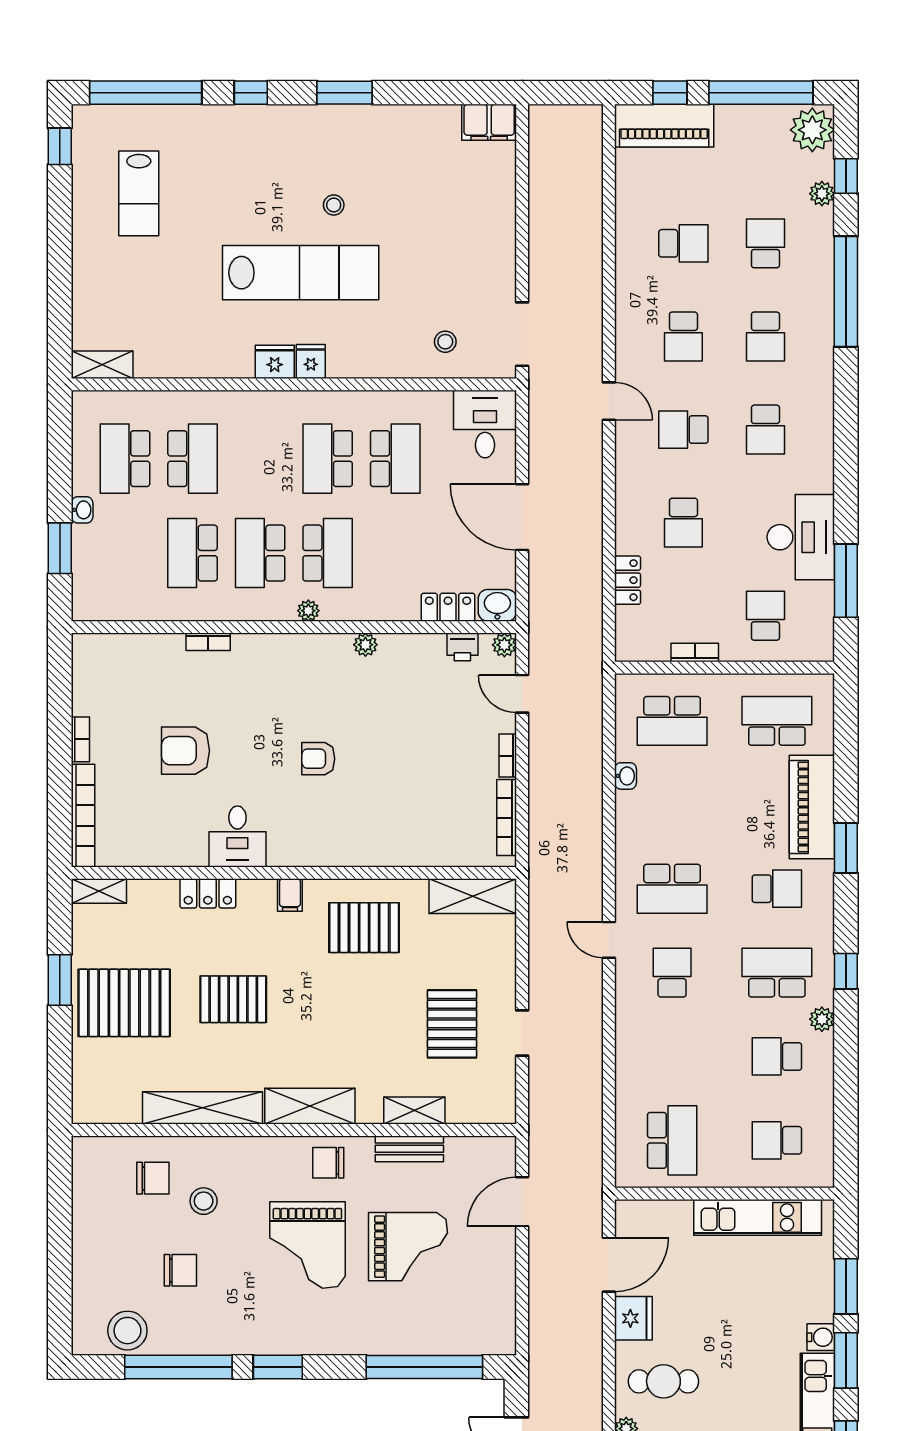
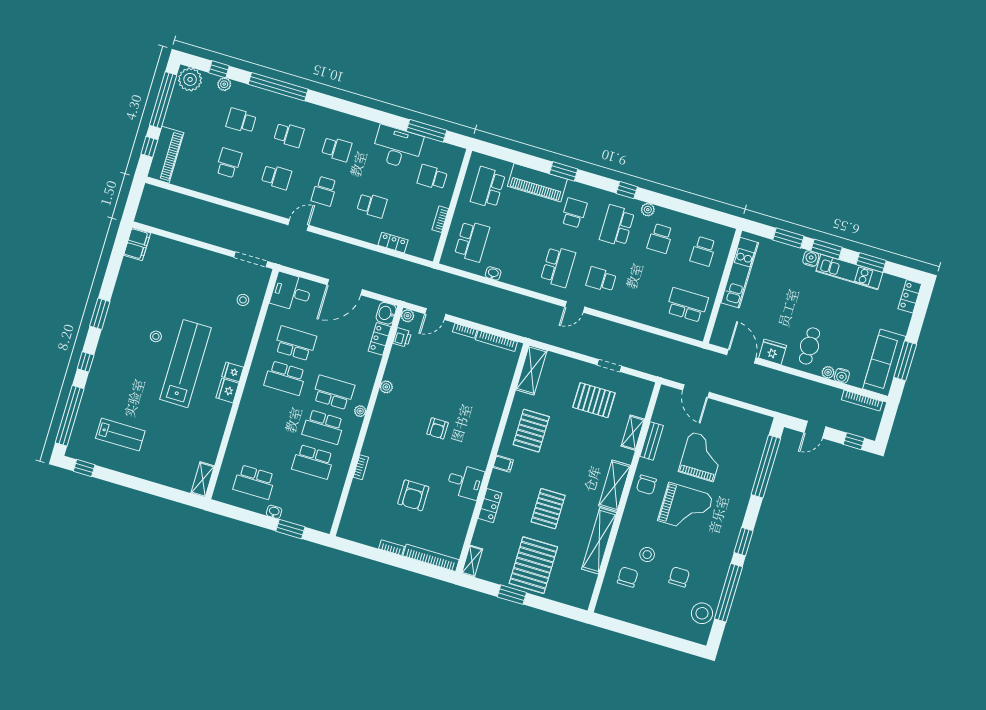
school desk: (193, 459) -> (265, 447), removed

